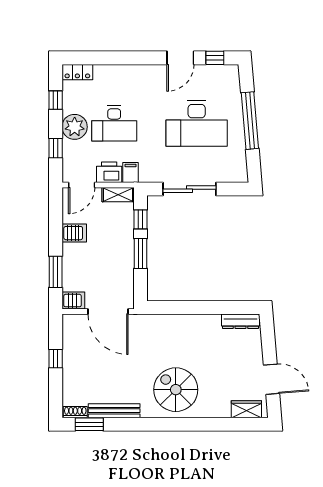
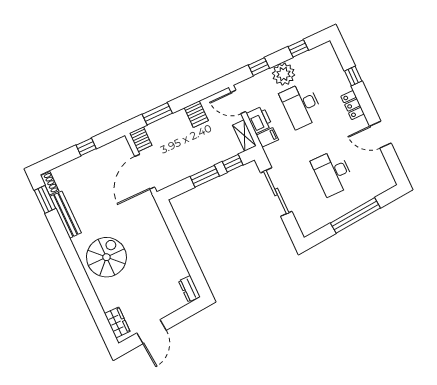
window: (215, 58) -> (353, 76), moved
locker: (77, 72) -> (353, 105), moved
desk: (197, 123) -> (333, 173), width x0.73, depth x0.77
dresser: (240, 321) -> (189, 289), width x0.70

